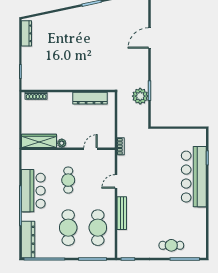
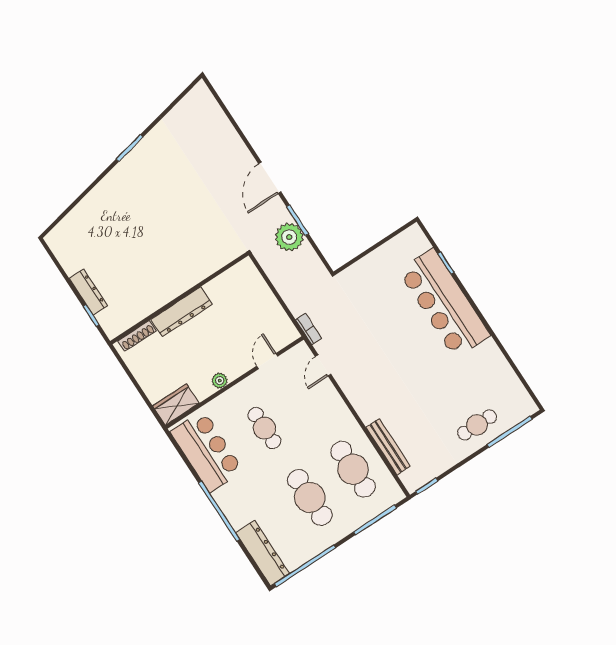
dresser: (26, 33) -> (88, 292), moved
door: (149, 38) -> (270, 178), moved
dresser: (90, 98) -> (182, 312), moved
wardrobe: (39, 141) -> (176, 405), width x0.67
door: (116, 181) -> (323, 365), moved
bar counter: (33, 191) -> (207, 451), moved
bench: (122, 213) -> (388, 447), moved

